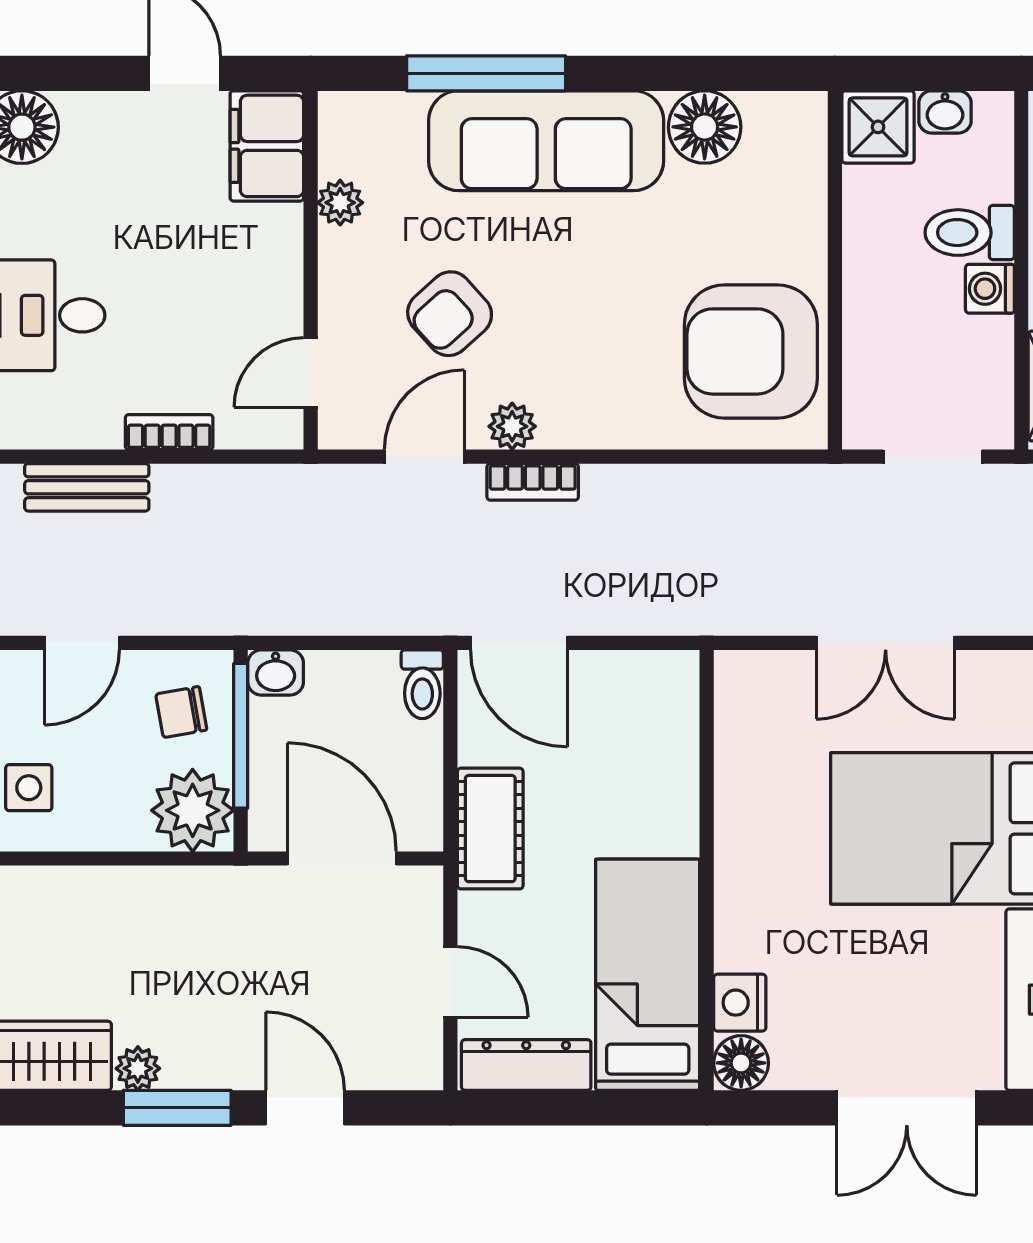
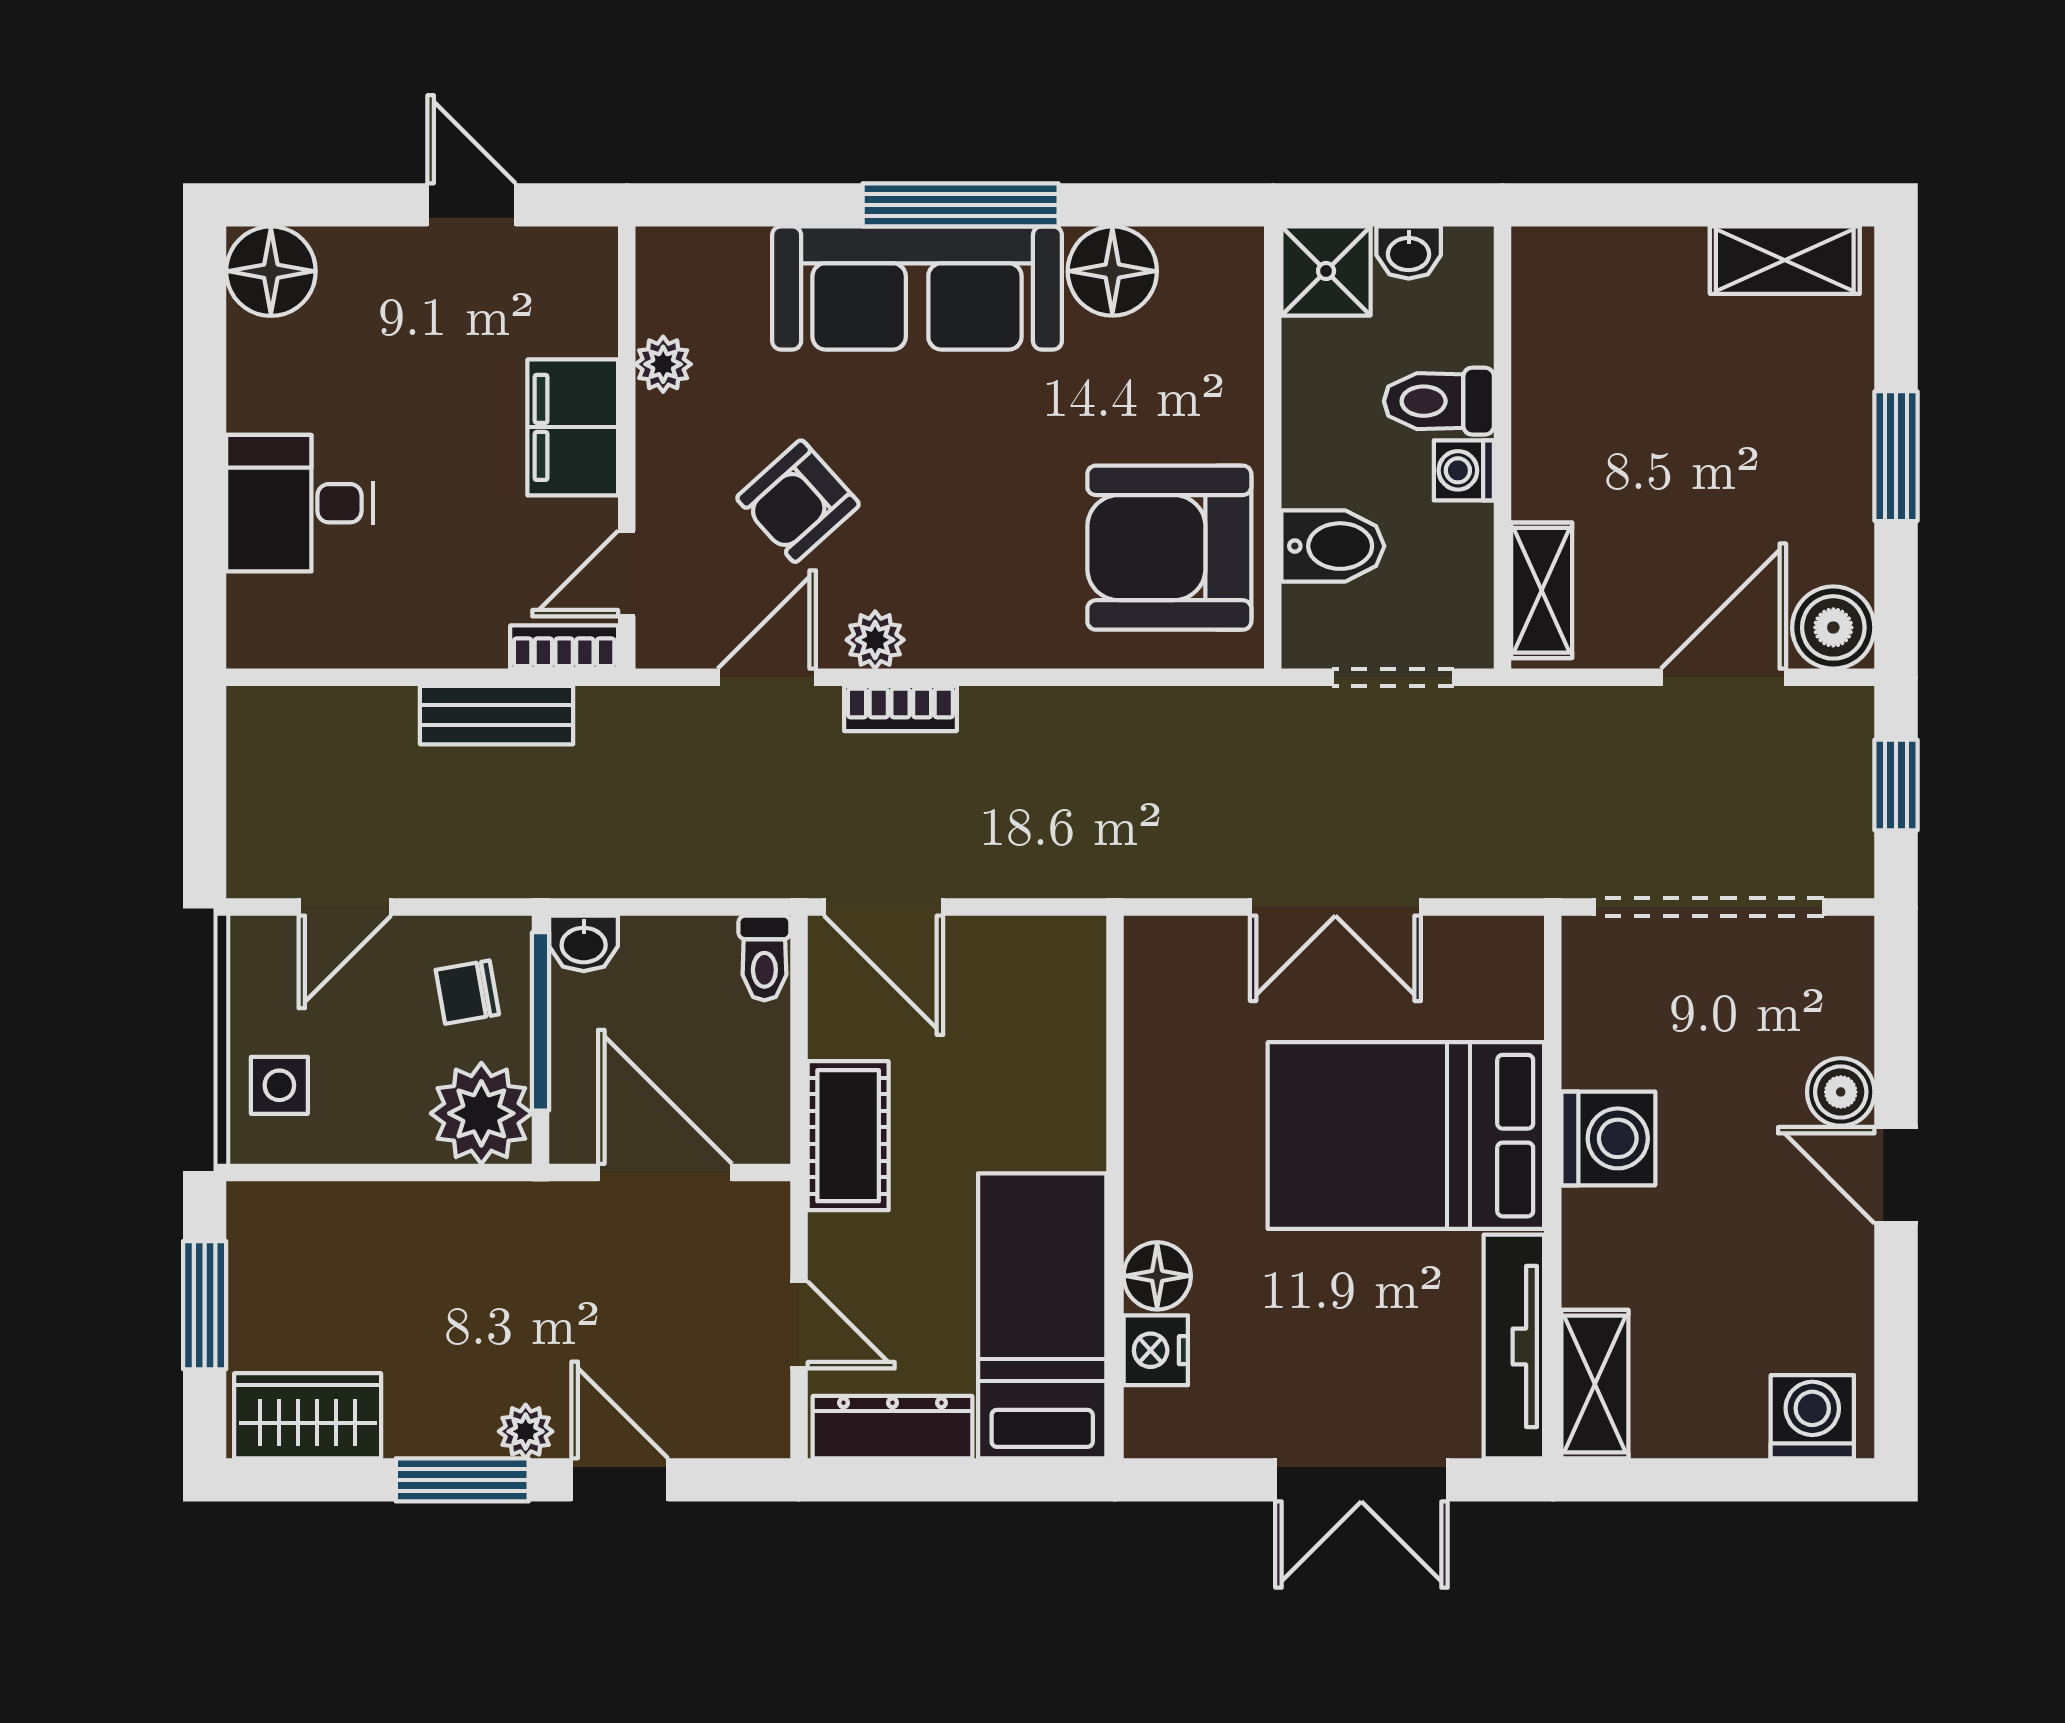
window: (486, 73) -> (961, 205), moved
filing cabinet: (267, 146) -> (573, 427), moved
bidet: (884, 350) -> (1333, 546), added
bookcase: (169, 432) -> (564, 647), moved
bench: (87, 487) -> (497, 715), moved
floor lamp: (741, 1063) -> (1157, 1276), moved
plant: (138, 1068) -> (526, 1431), moved

